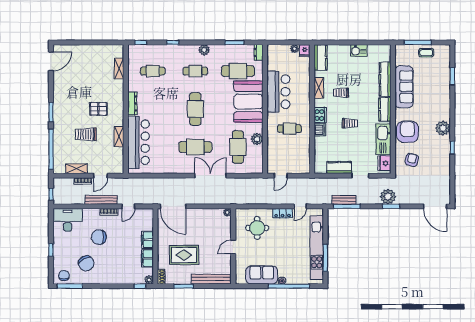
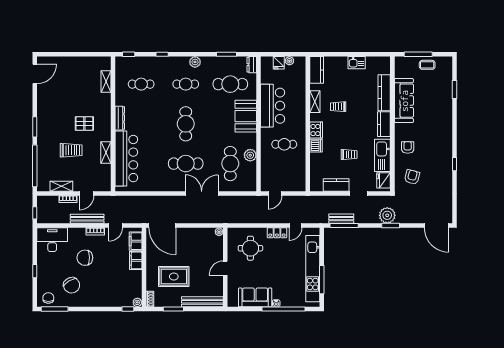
fridge: (305, 51) -> (279, 63), moved
booth: (248, 102) -> (246, 116), width x0.73, depth x0.70
trolley: (350, 123) -> (349, 154), moved
plant: (443, 128) -> (445, 144), removed
armchair: (408, 132) -> (408, 147), width x0.53, depth x0.53
trolley: (86, 134) -> (71, 150), turned 180
filing cabinet: (147, 258) -> (136, 241), moved

